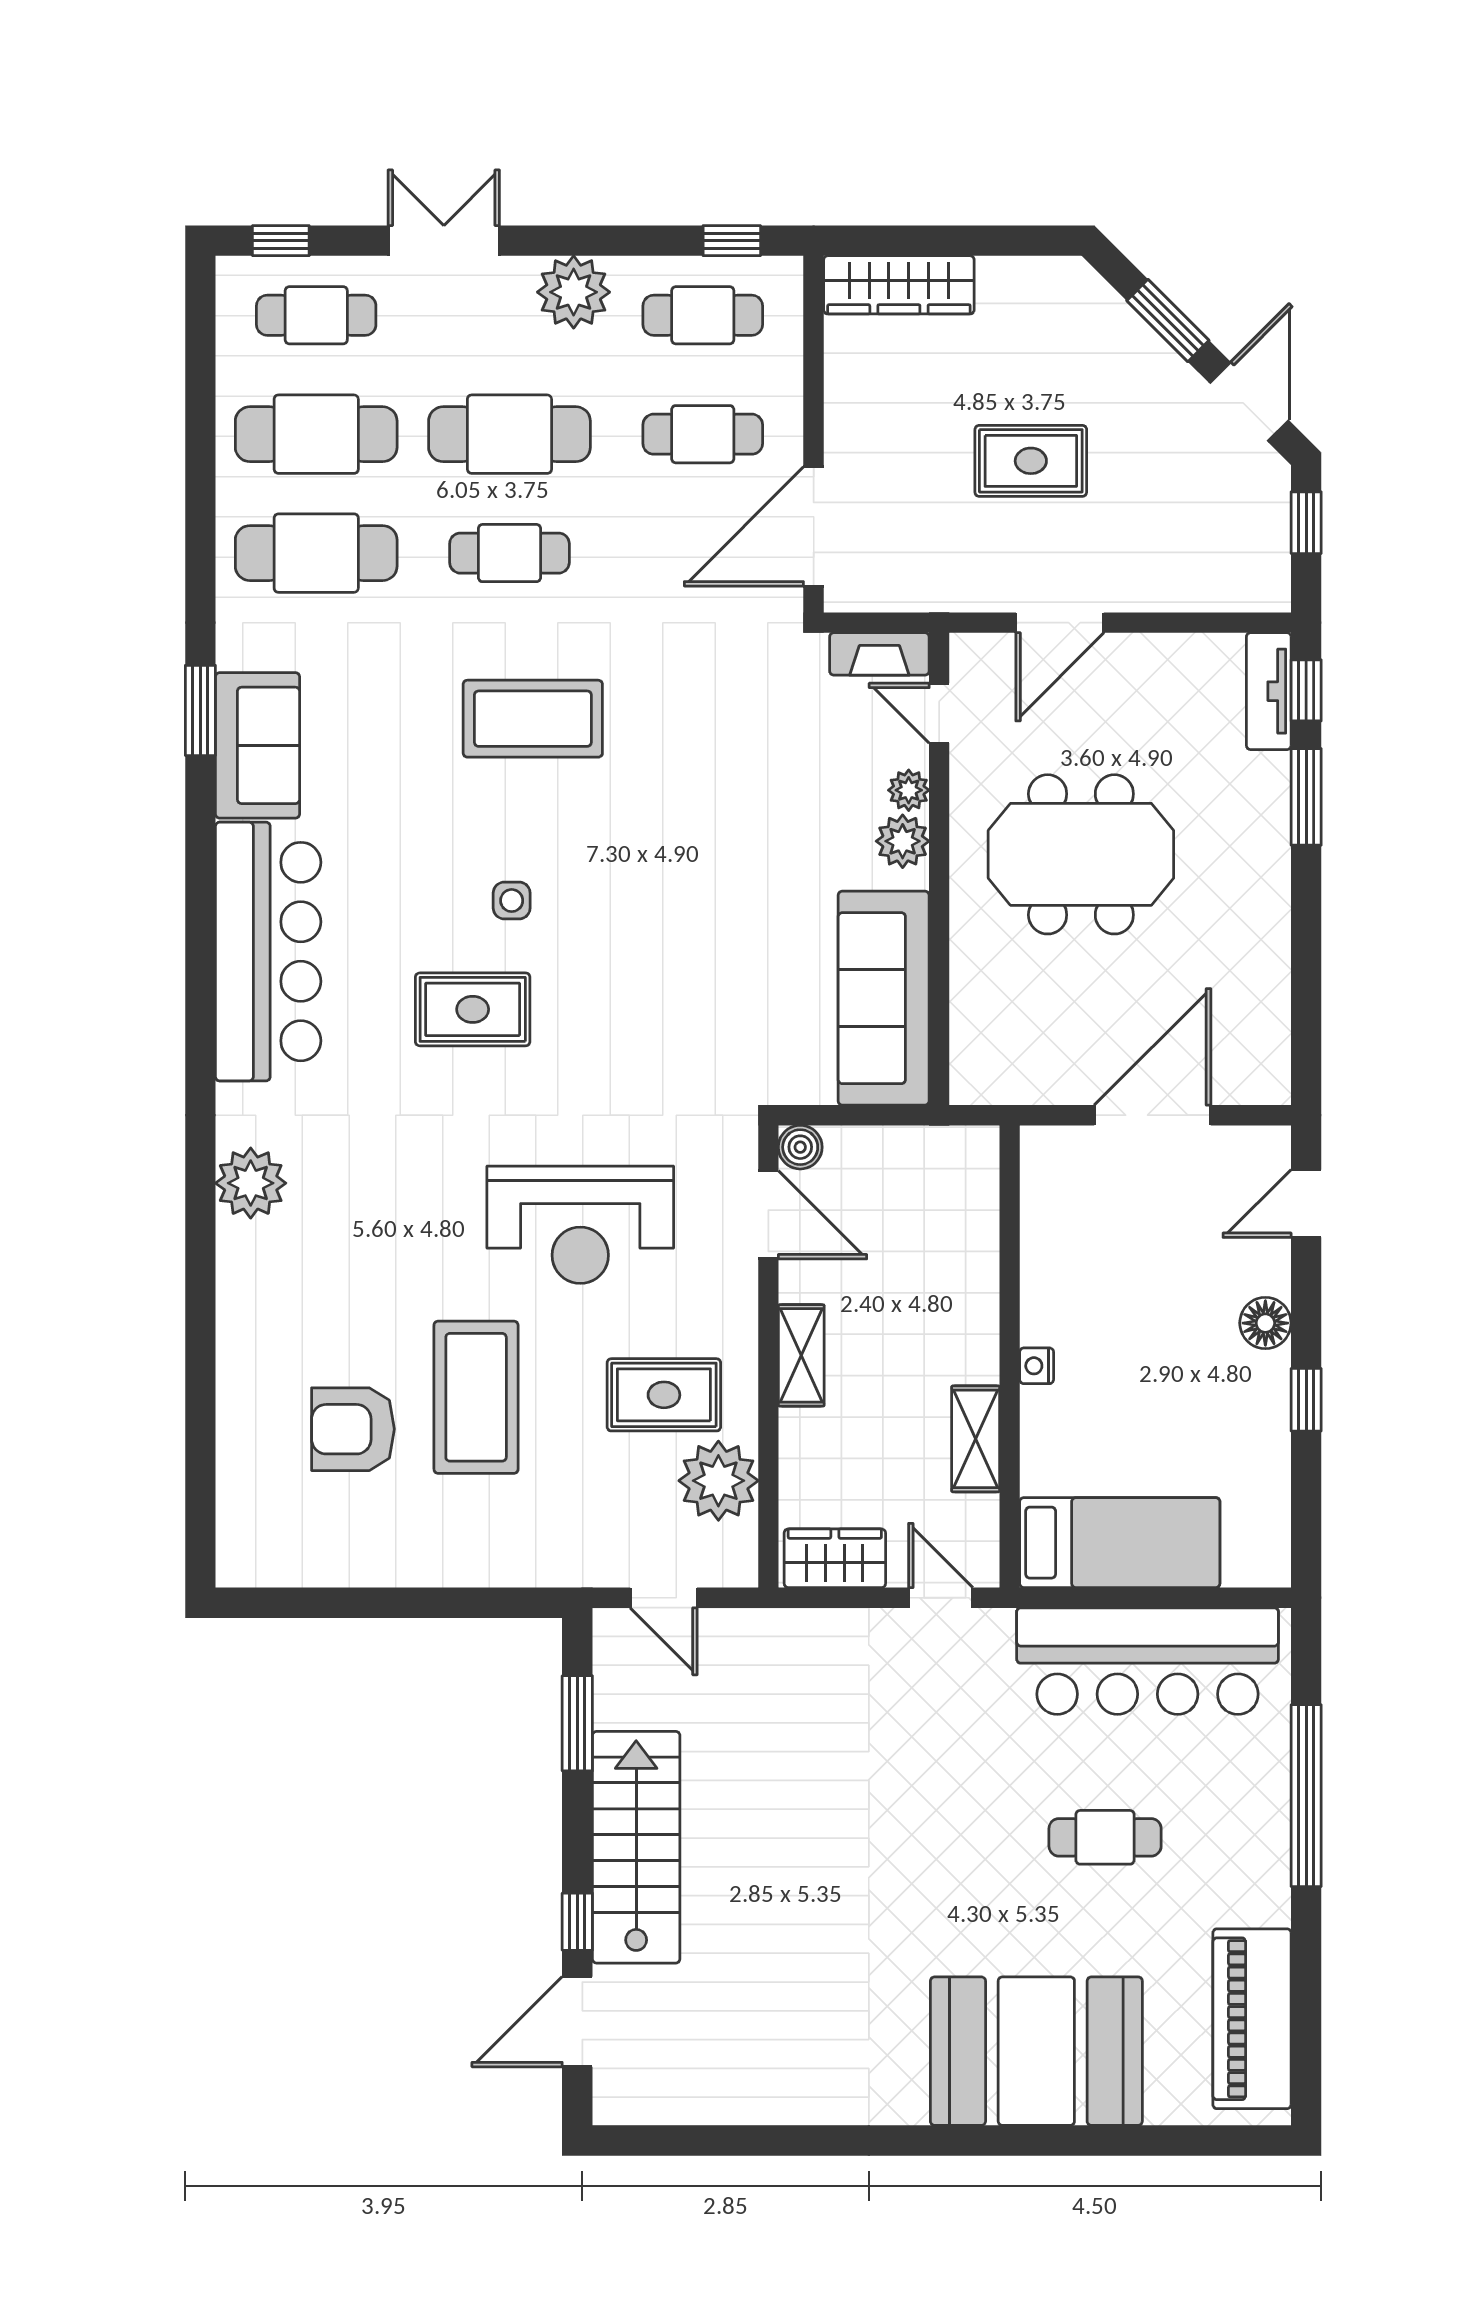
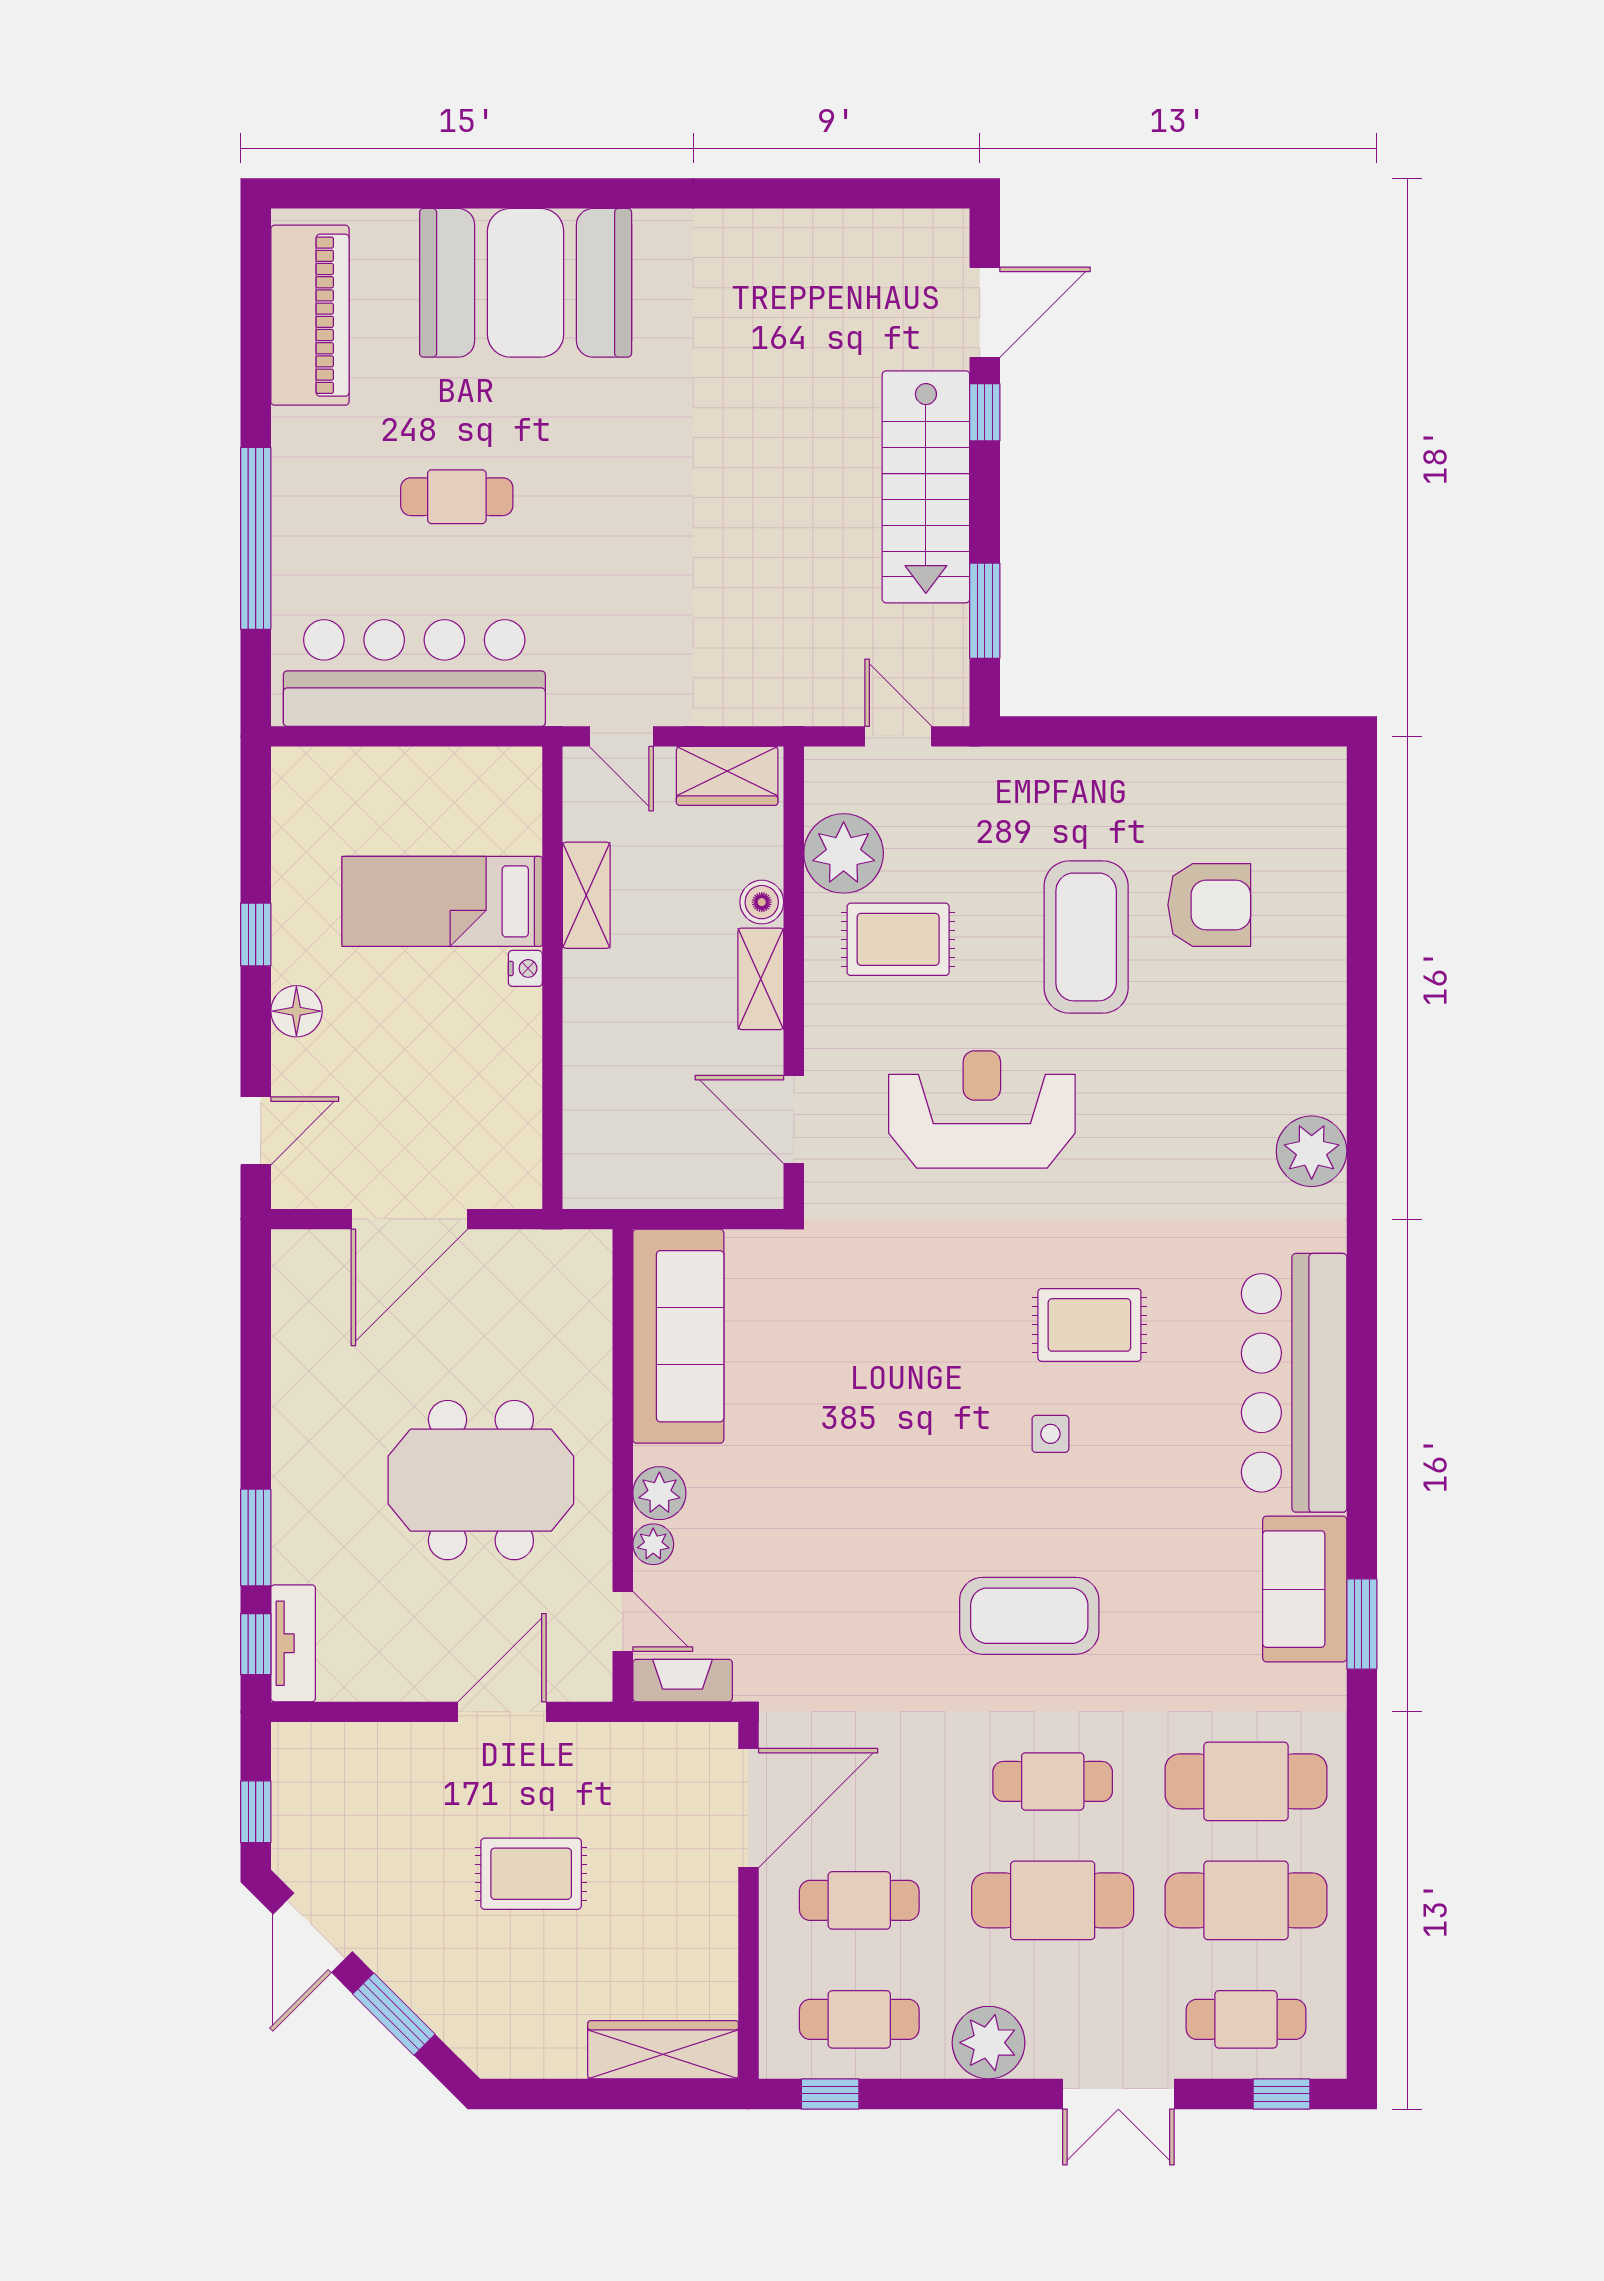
boiler: (800, 1147) -> (762, 902), moved
bed: (1120, 1543) -> (442, 901), moved

